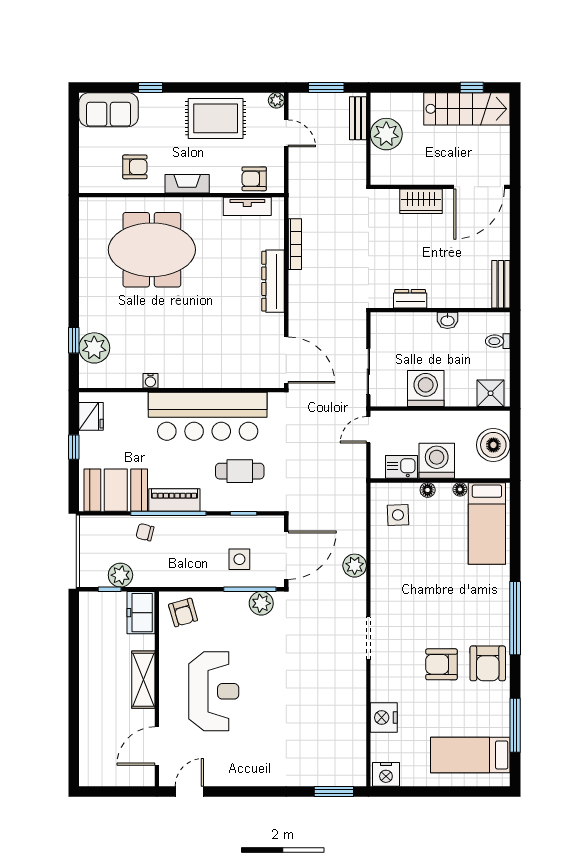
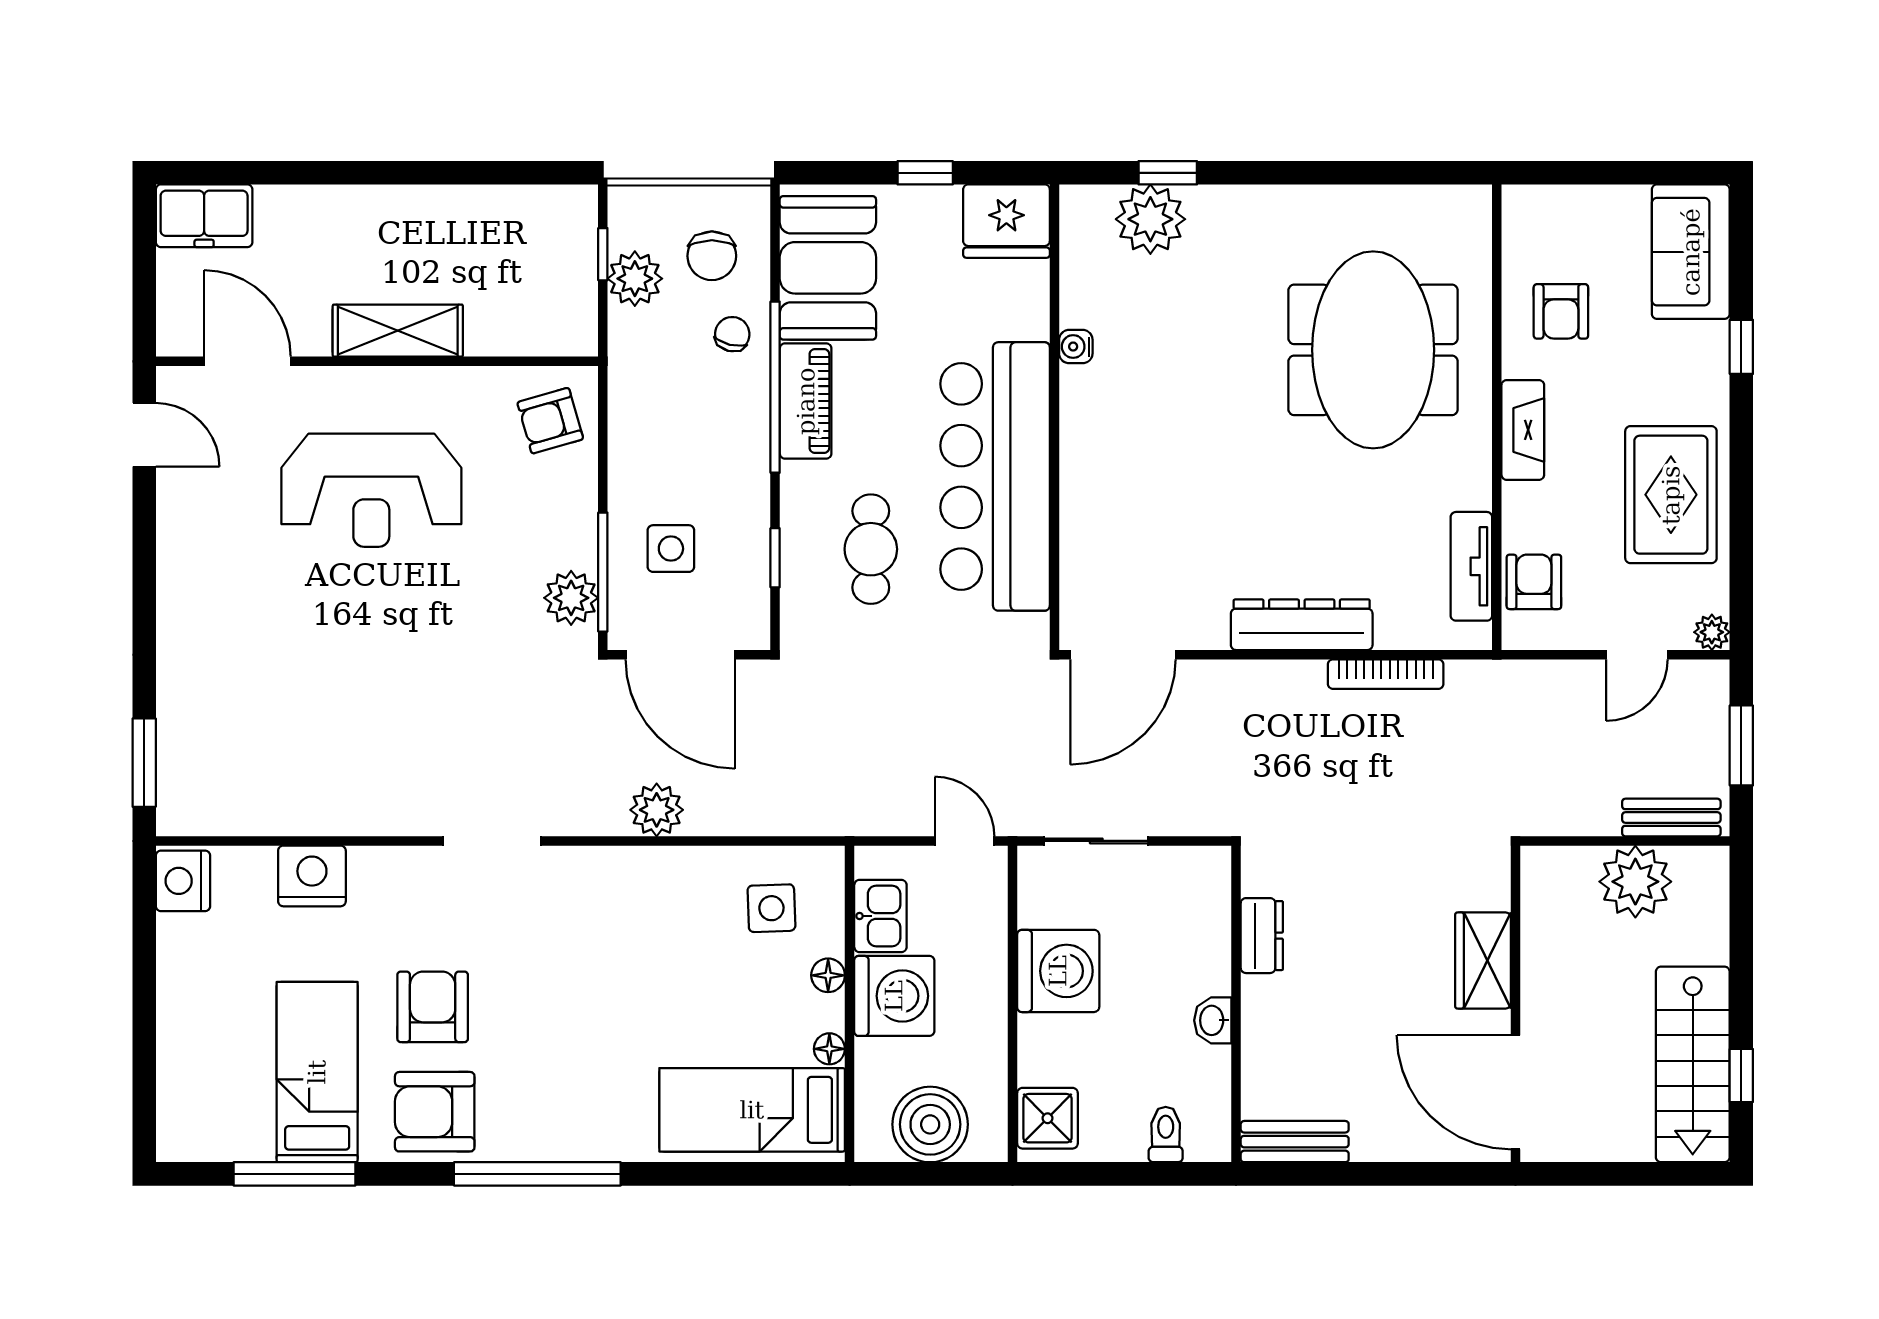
fridge: (91, 416) -> (1006, 221), width x1.36, depth x1.34
chair: (110, 541) -> (712, 256), added
freezer: (141, 613) -> (204, 216), moved, turned 180
bed: (470, 755) -> (317, 1072), moved

